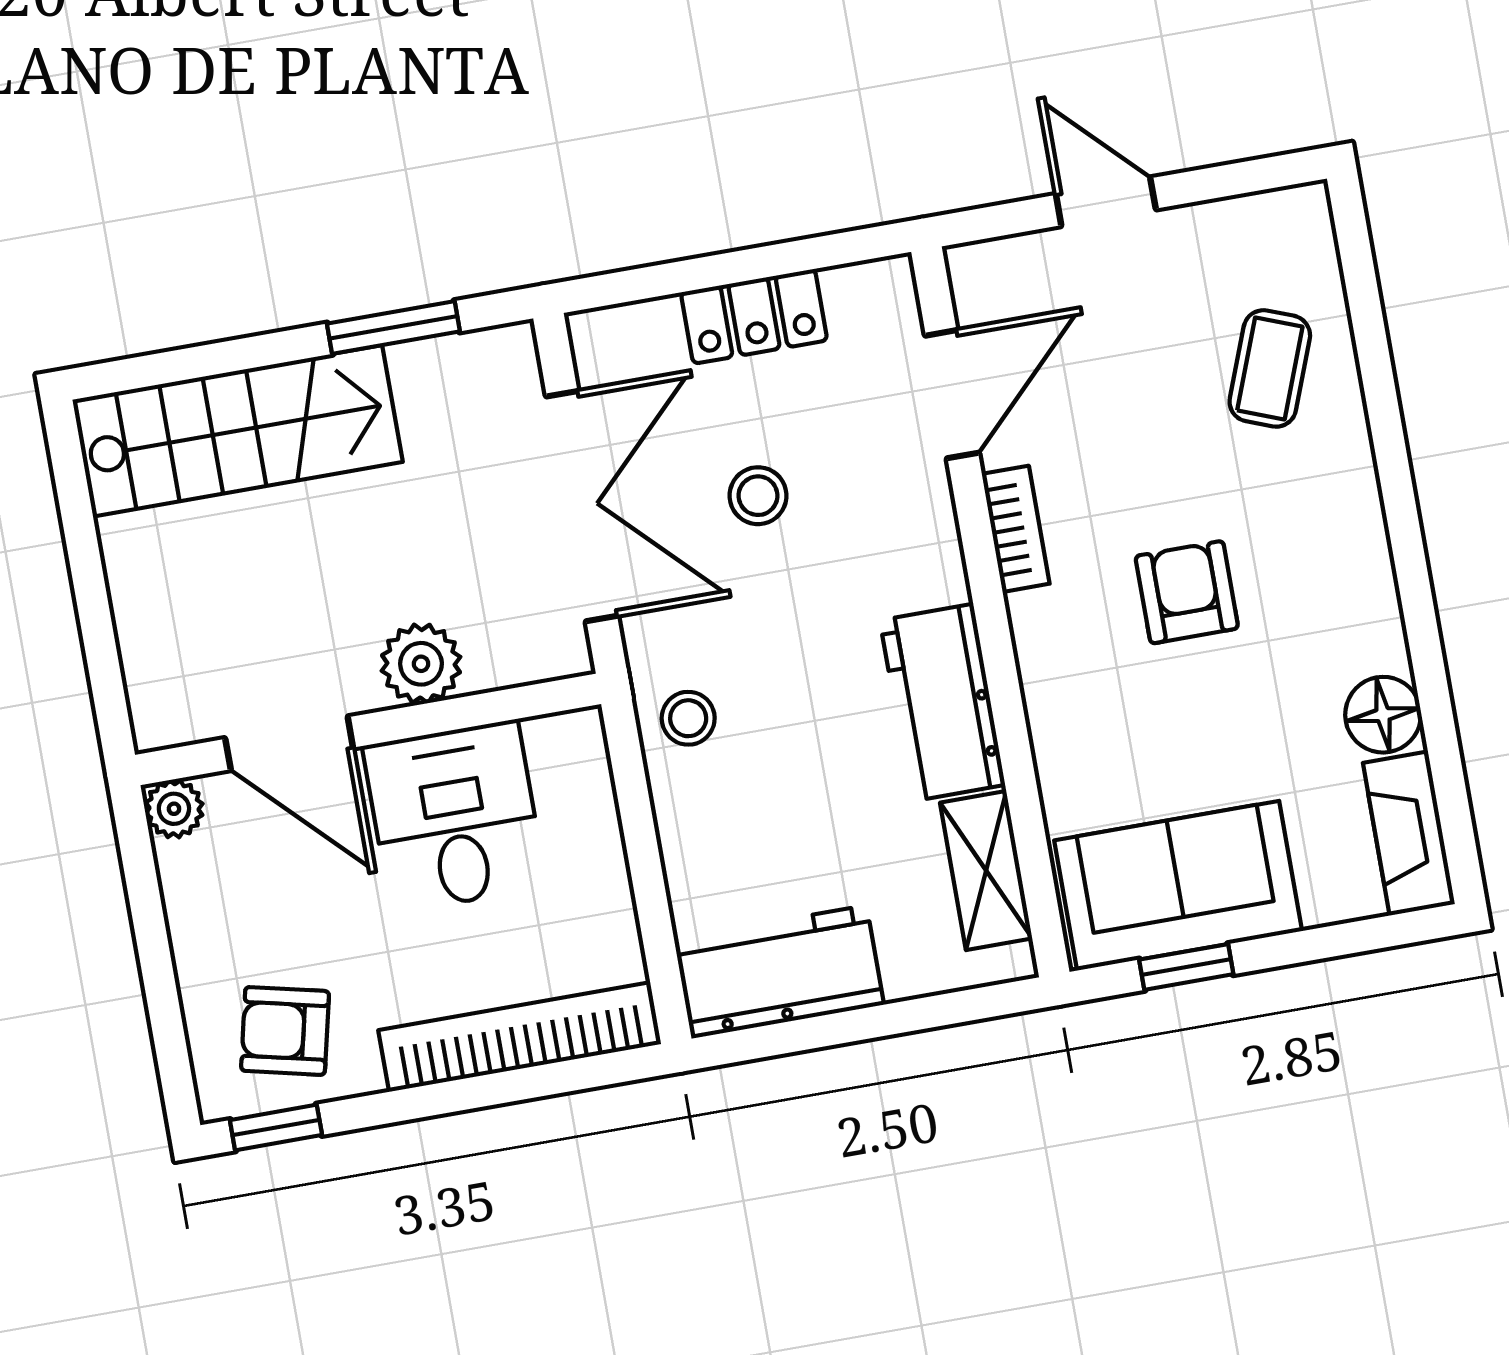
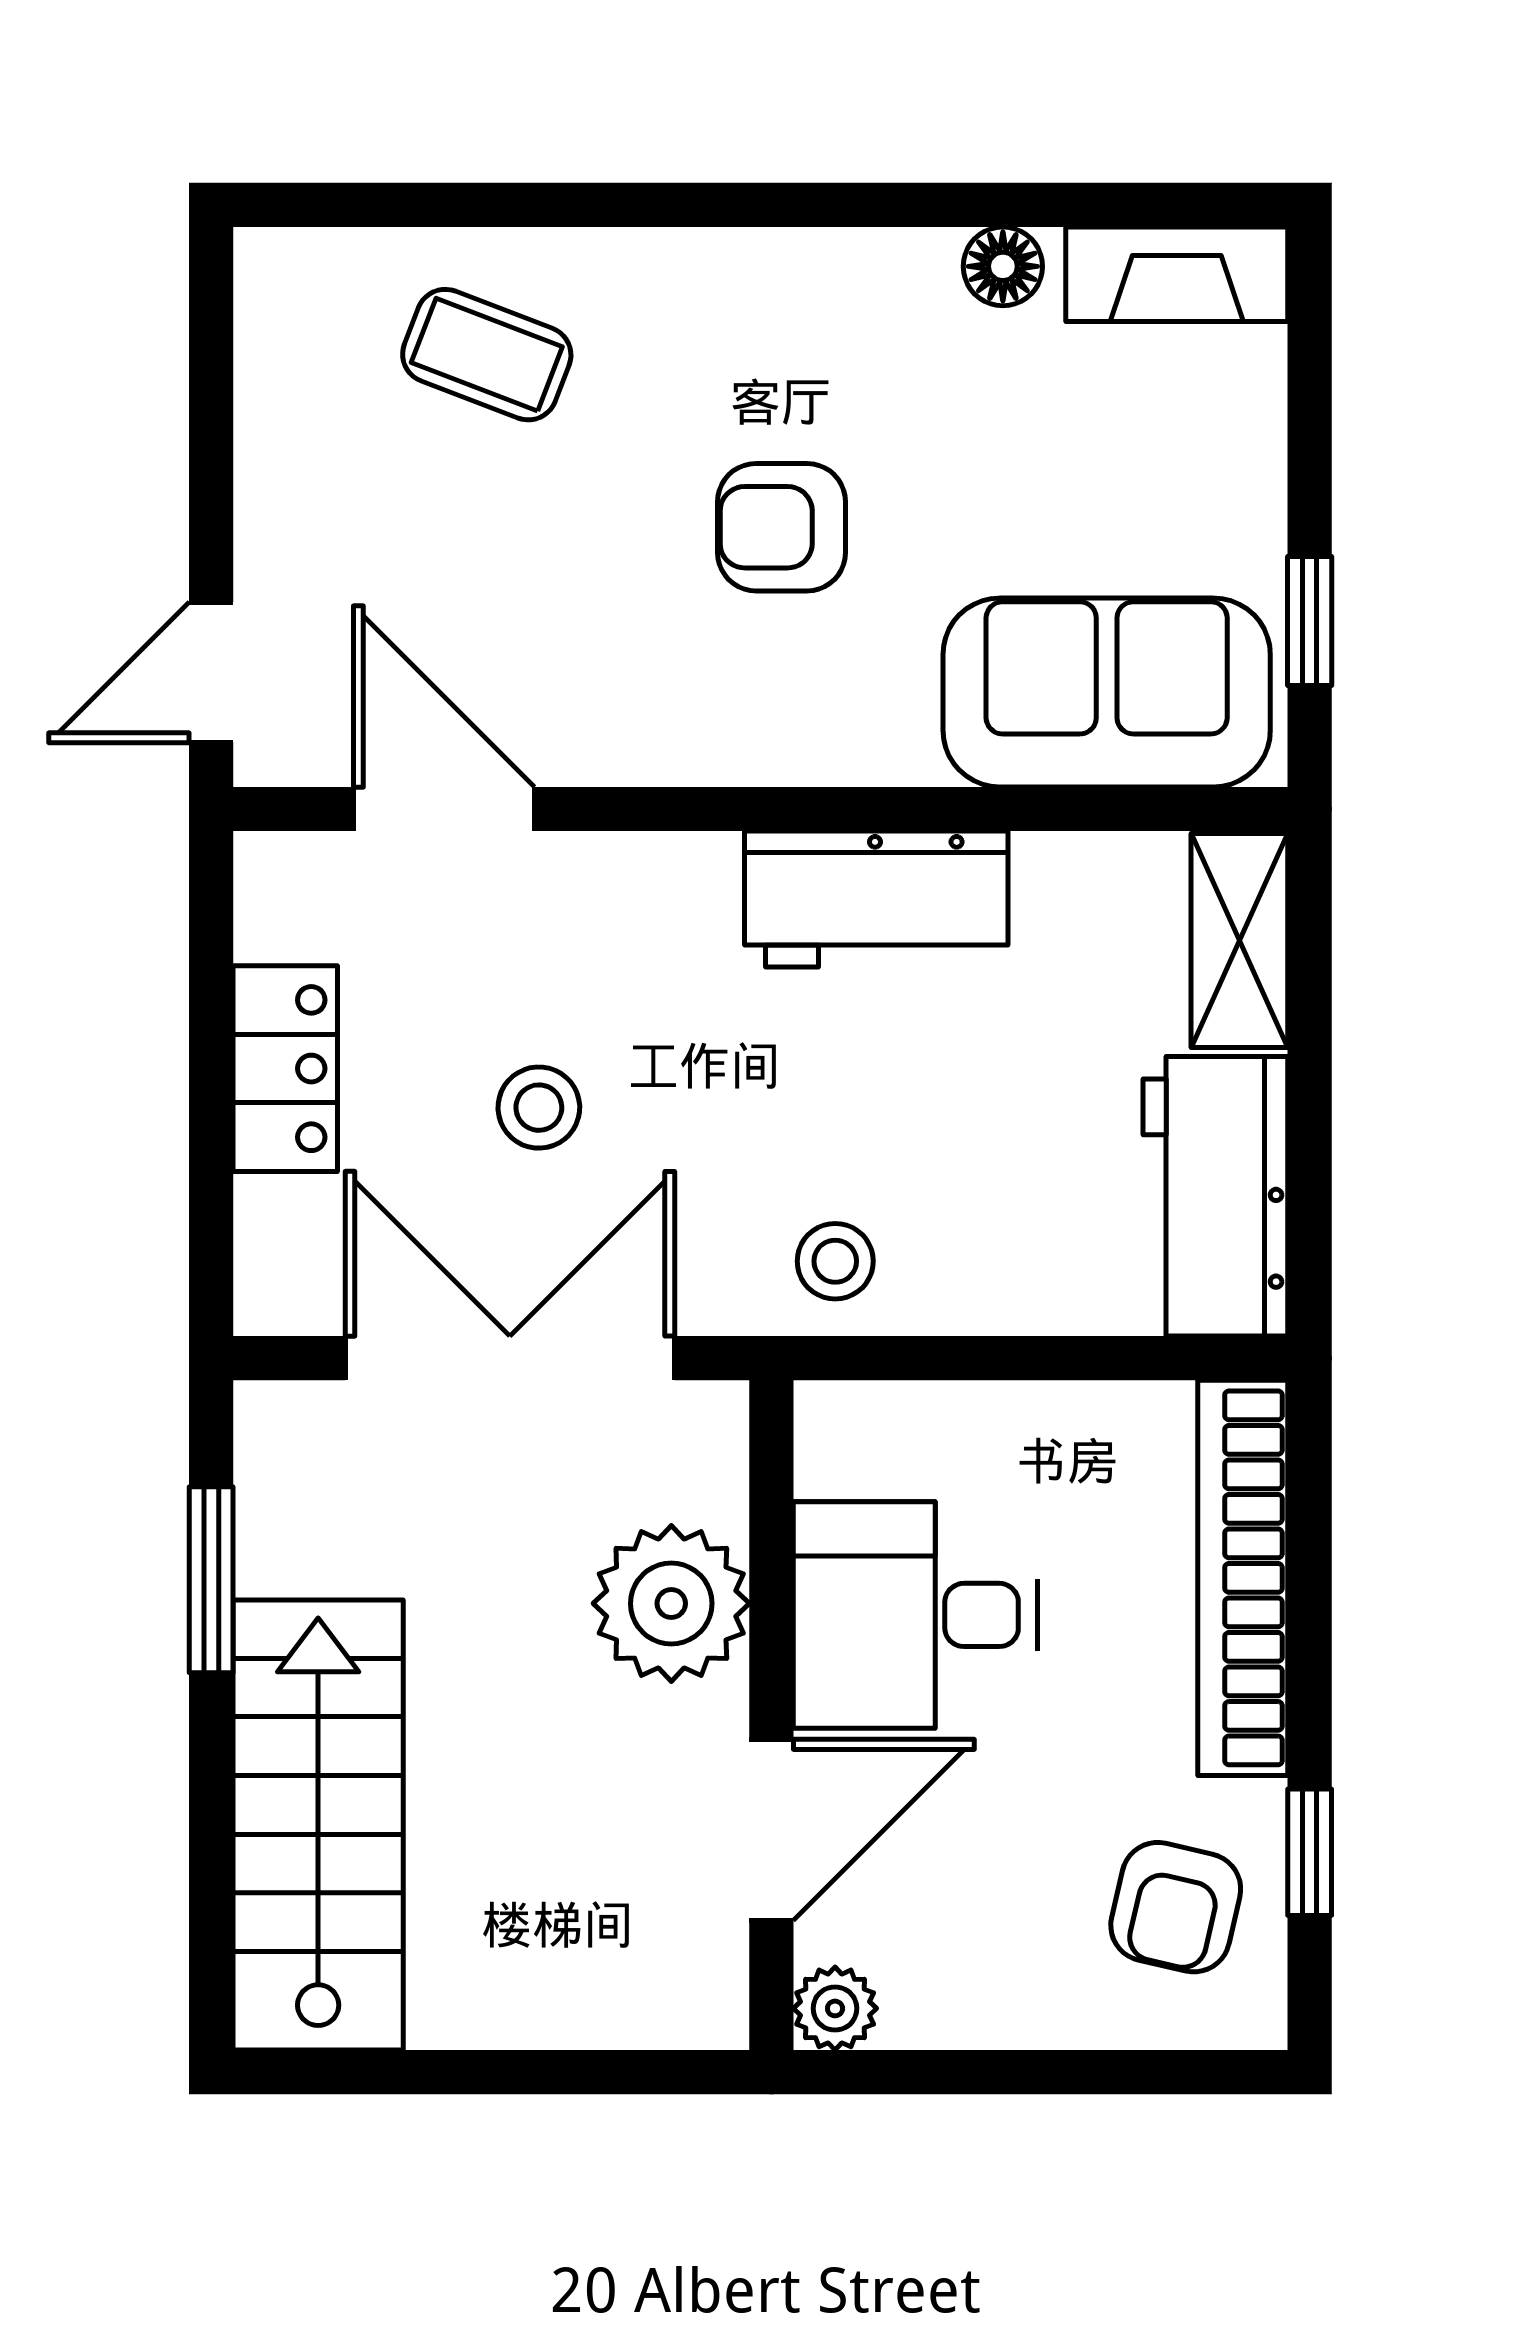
door: (1106, 202) -> (211, 672), moved
bookcase: (1016, 529) -> (650, 753), removed
plant: (421, 664) -> (671, 1603), width x1.36, depth x1.36
floor lamp: (1383, 715) -> (1003, 266), width x0.73, depth x0.73
shelving: (986, 871) -> (1239, 940), moved, turned 90
sofa: (1178, 886) -> (1107, 692), moved, turned 90
window: (276, 1127) -> (1310, 1852), moved

